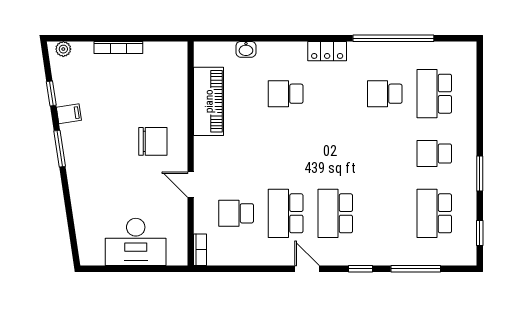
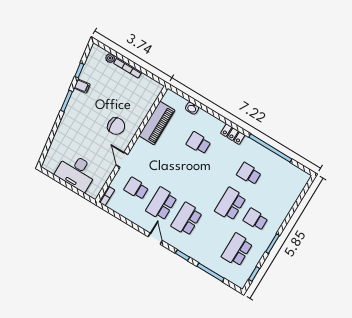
plant: (63, 49) -> (110, 58), moved
school desk: (434, 94) -> (230, 204), moved

